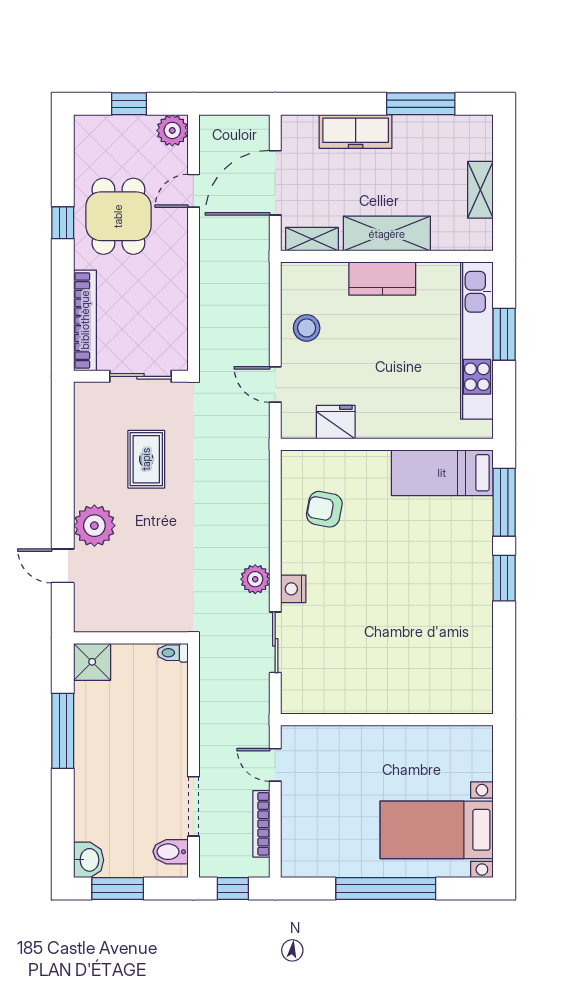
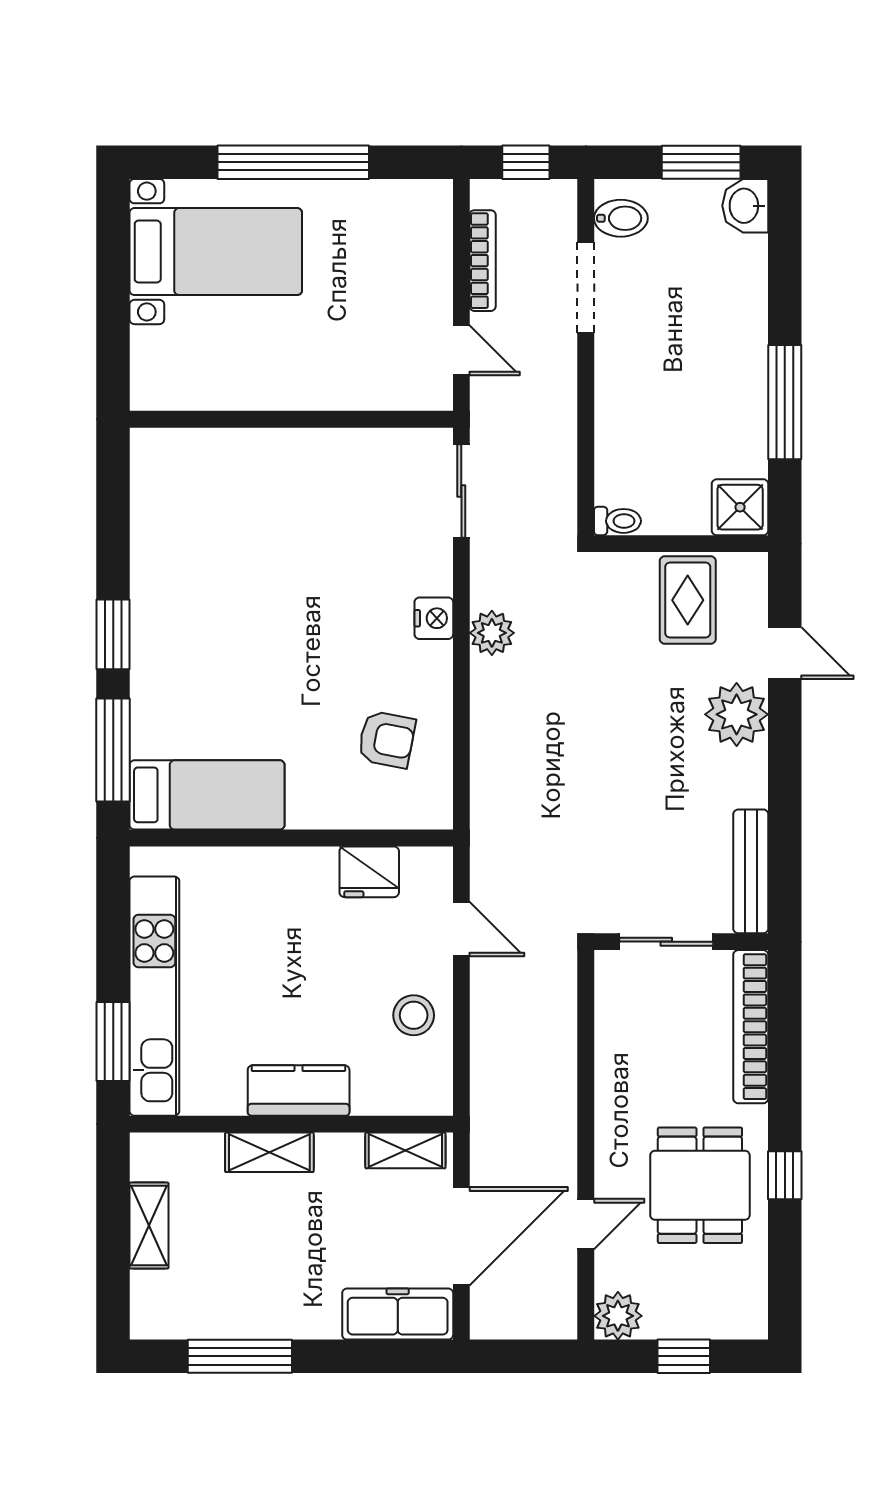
freezer: (356, 132) -> (398, 1314), moved
shelving: (387, 234) -> (269, 1152), width x0.67, depth x0.75
window: (504, 334) -> (113, 1041), moved
bench: (85, 422) -> (751, 871), added
rug: (146, 459) -> (688, 600), moved
sliding door: (275, 642) -> (461, 491), moved

